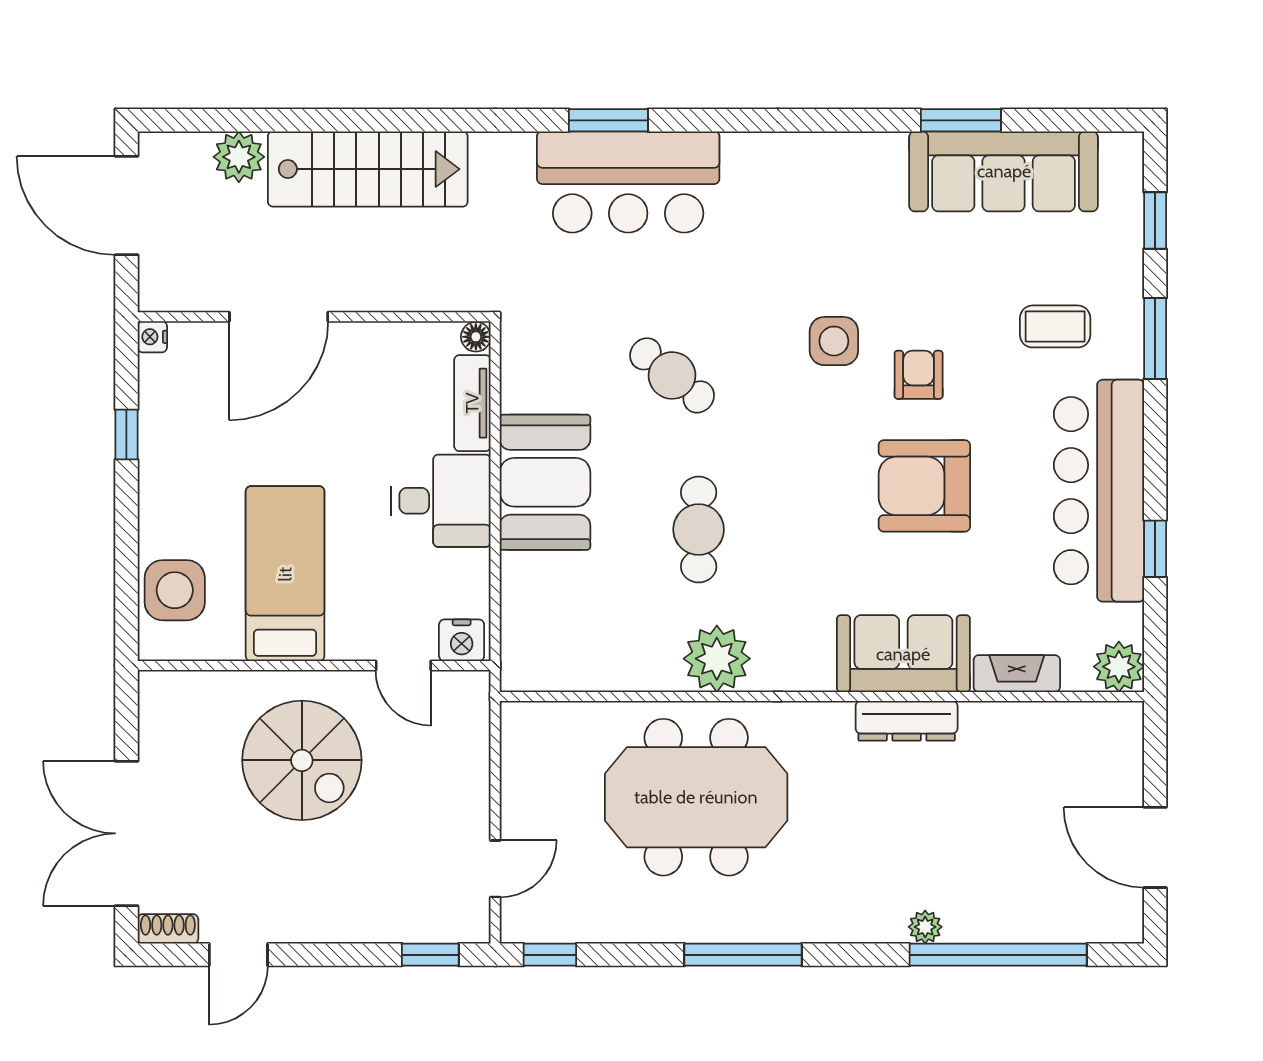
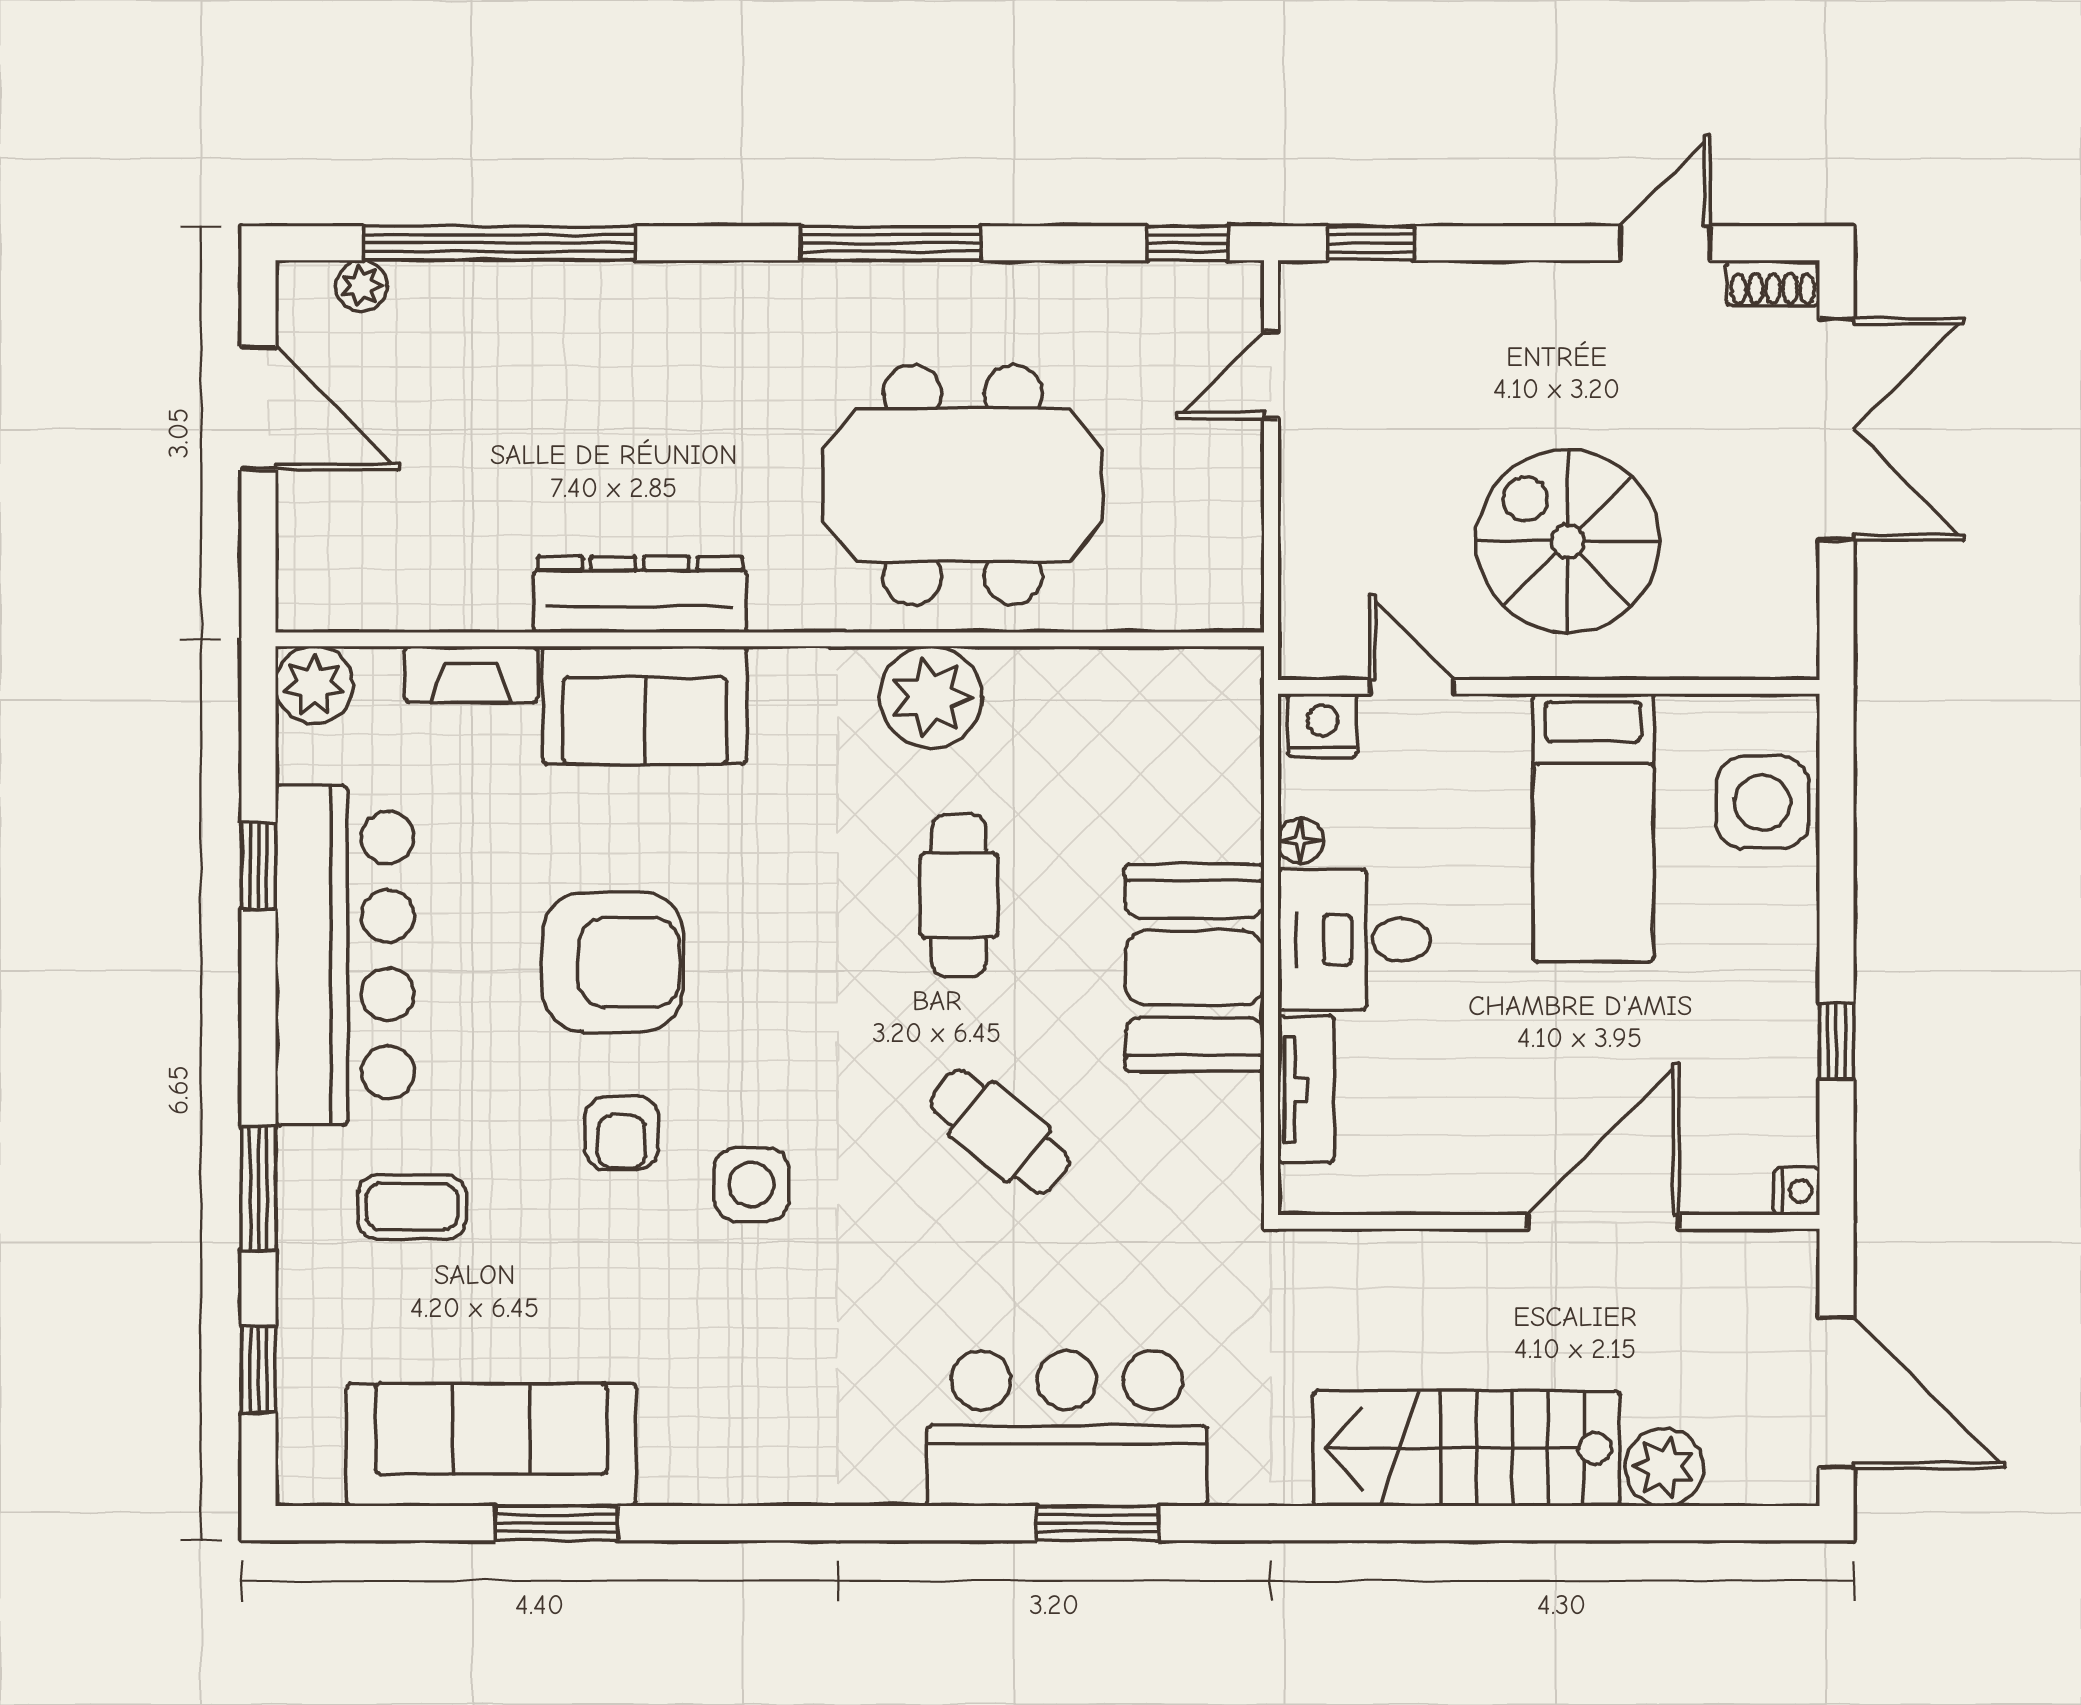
floor lamp: (476, 337) -> (1301, 841), moved
dresser: (907, 721) -> (640, 595), width x1.37, depth x1.24
plant: (925, 927) -> (362, 286), moved

